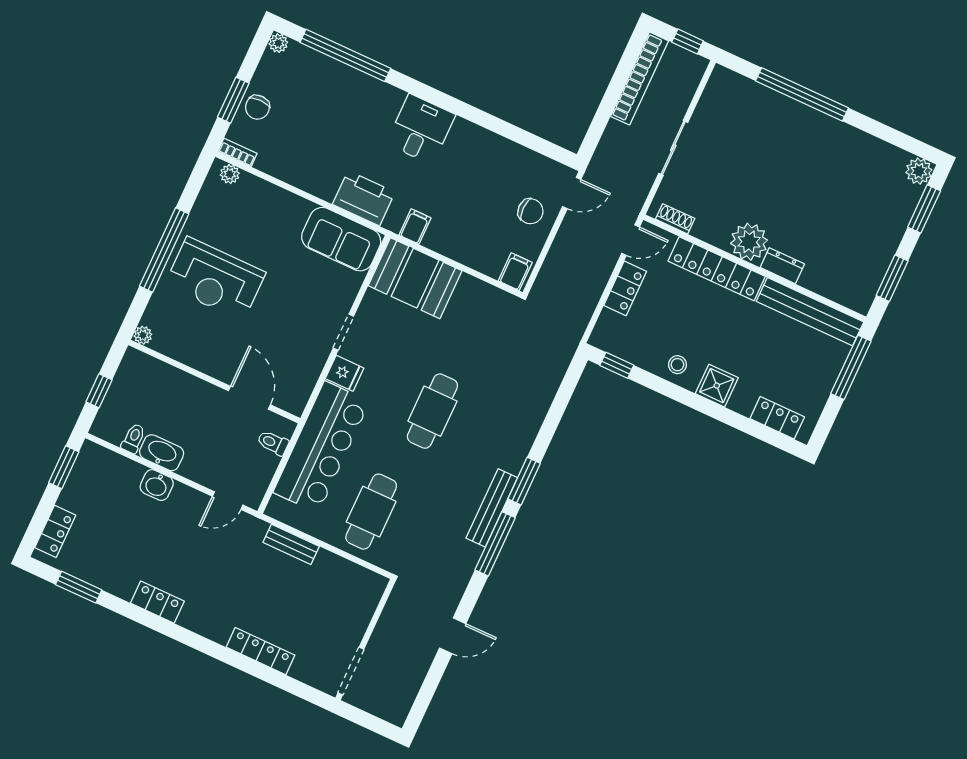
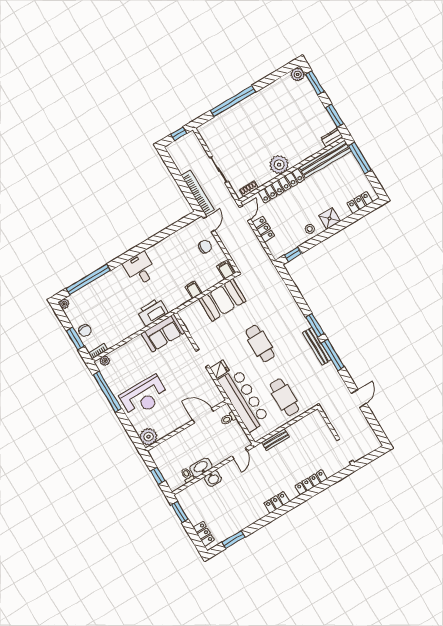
bookcase: (639, 79) -> (198, 193), moved
filing cabinet: (415, 226) -> (194, 290), moved
window: (164, 250) -> (107, 392), moved
dresser: (782, 266) -> (332, 137), moved
booth: (415, 278) -> (222, 300), moved
plant: (143, 335) -> (148, 437), width x1.88, depth x1.88
locker: (157, 602) -> (277, 502), moved

